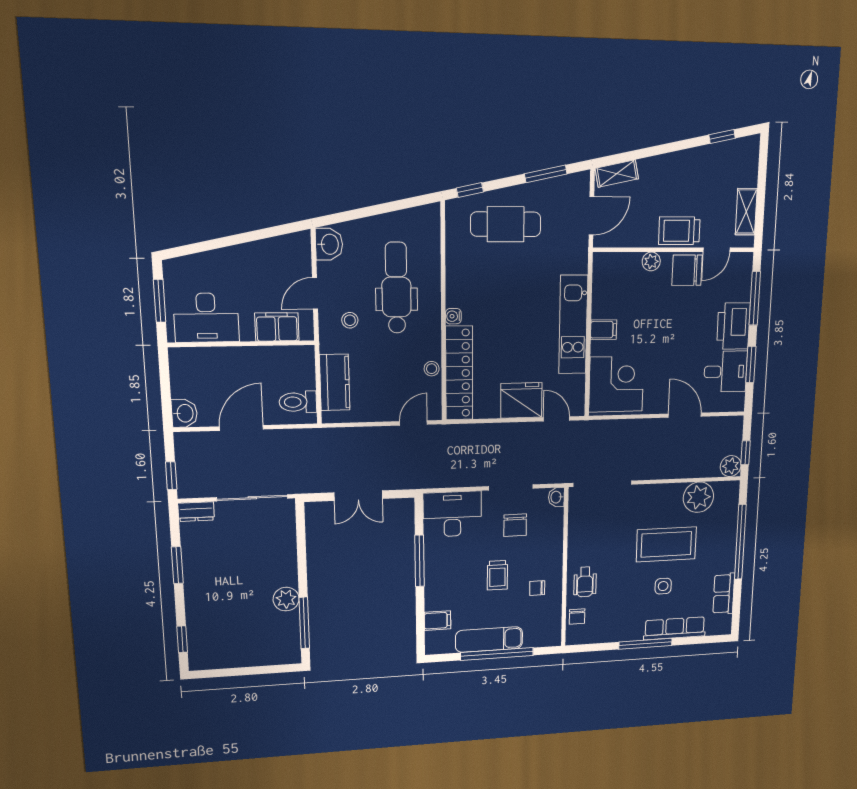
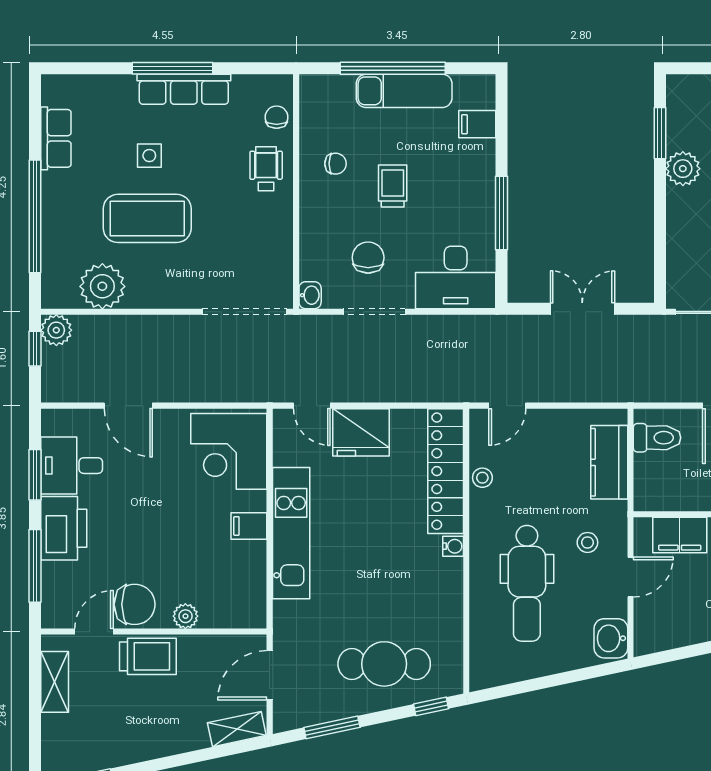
window: (304, 623) -> (660, 133), width x0.69
row of seats: (675, 628) -> (184, 89), moved

